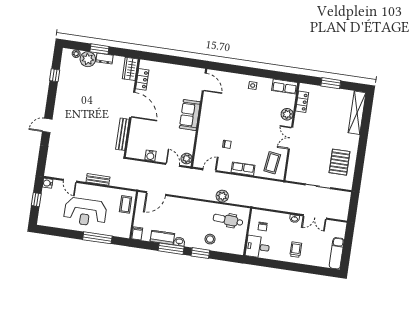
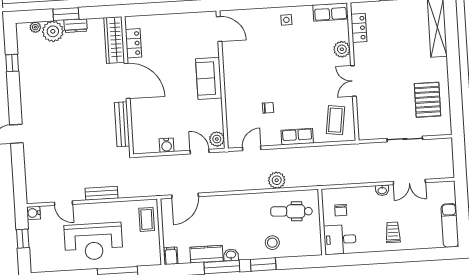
wardrobe: (130, 69) -> (114, 40), width x1.50

